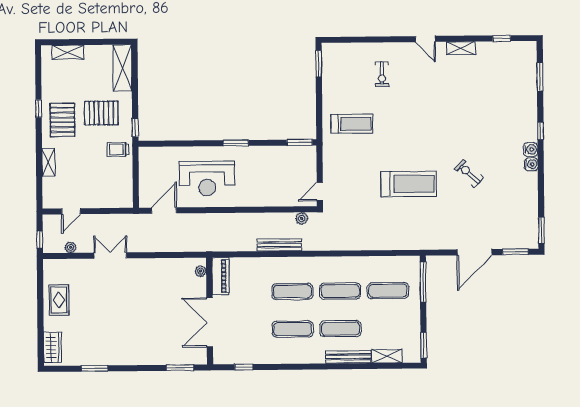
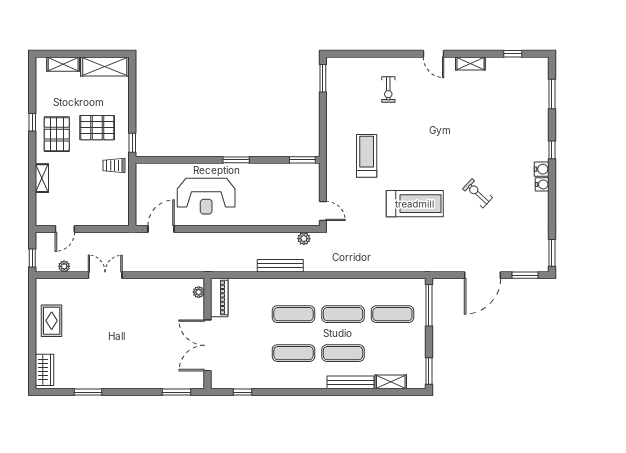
shelving: (122, 68) -> (105, 66), moved, turned 90
treadmill: (352, 124) -> (367, 156), moved, turned -90
door: (320, 192) -> (323, 211), swing flipped

